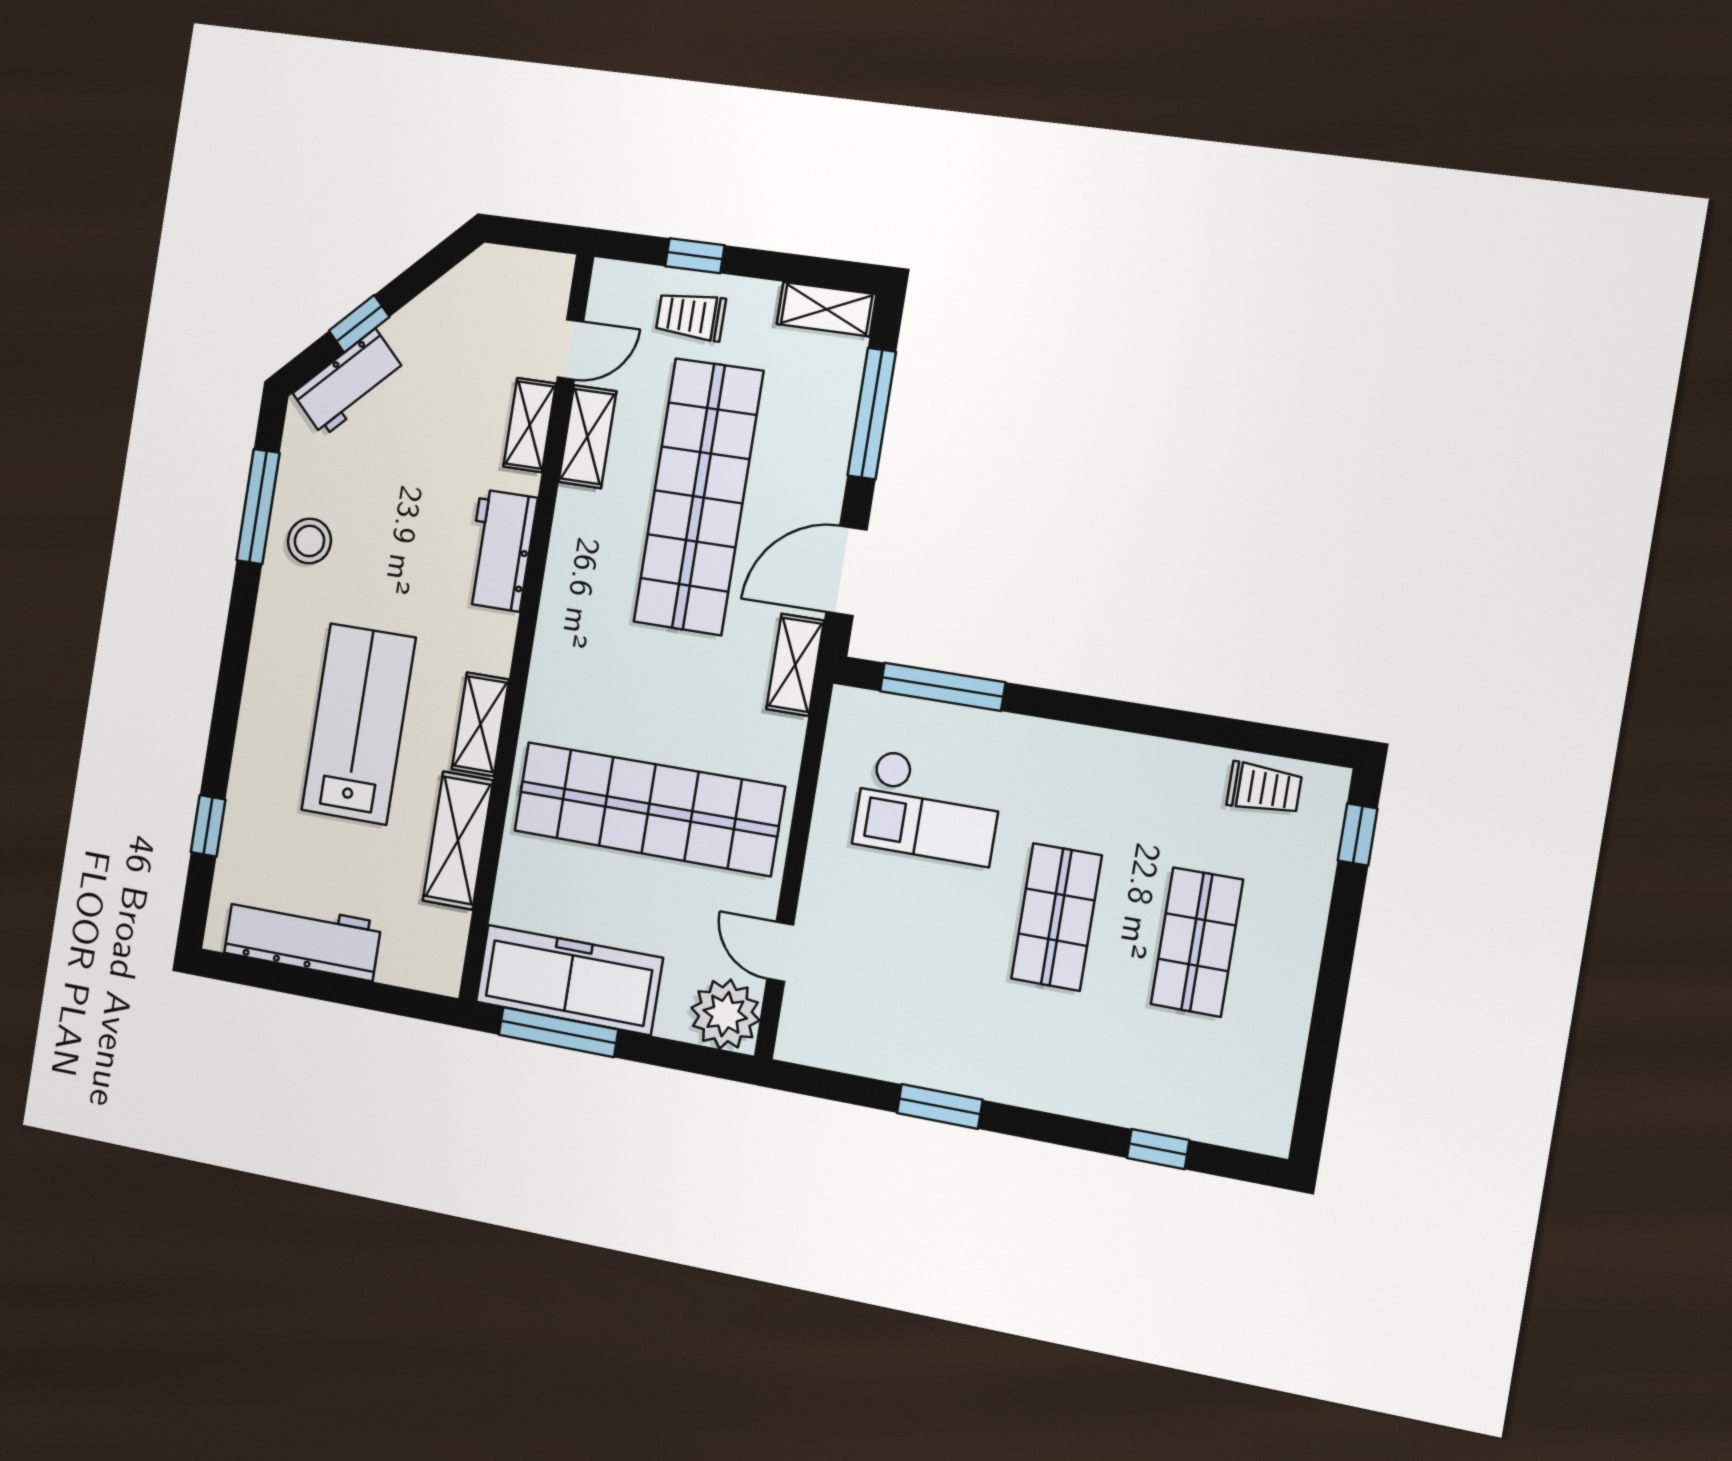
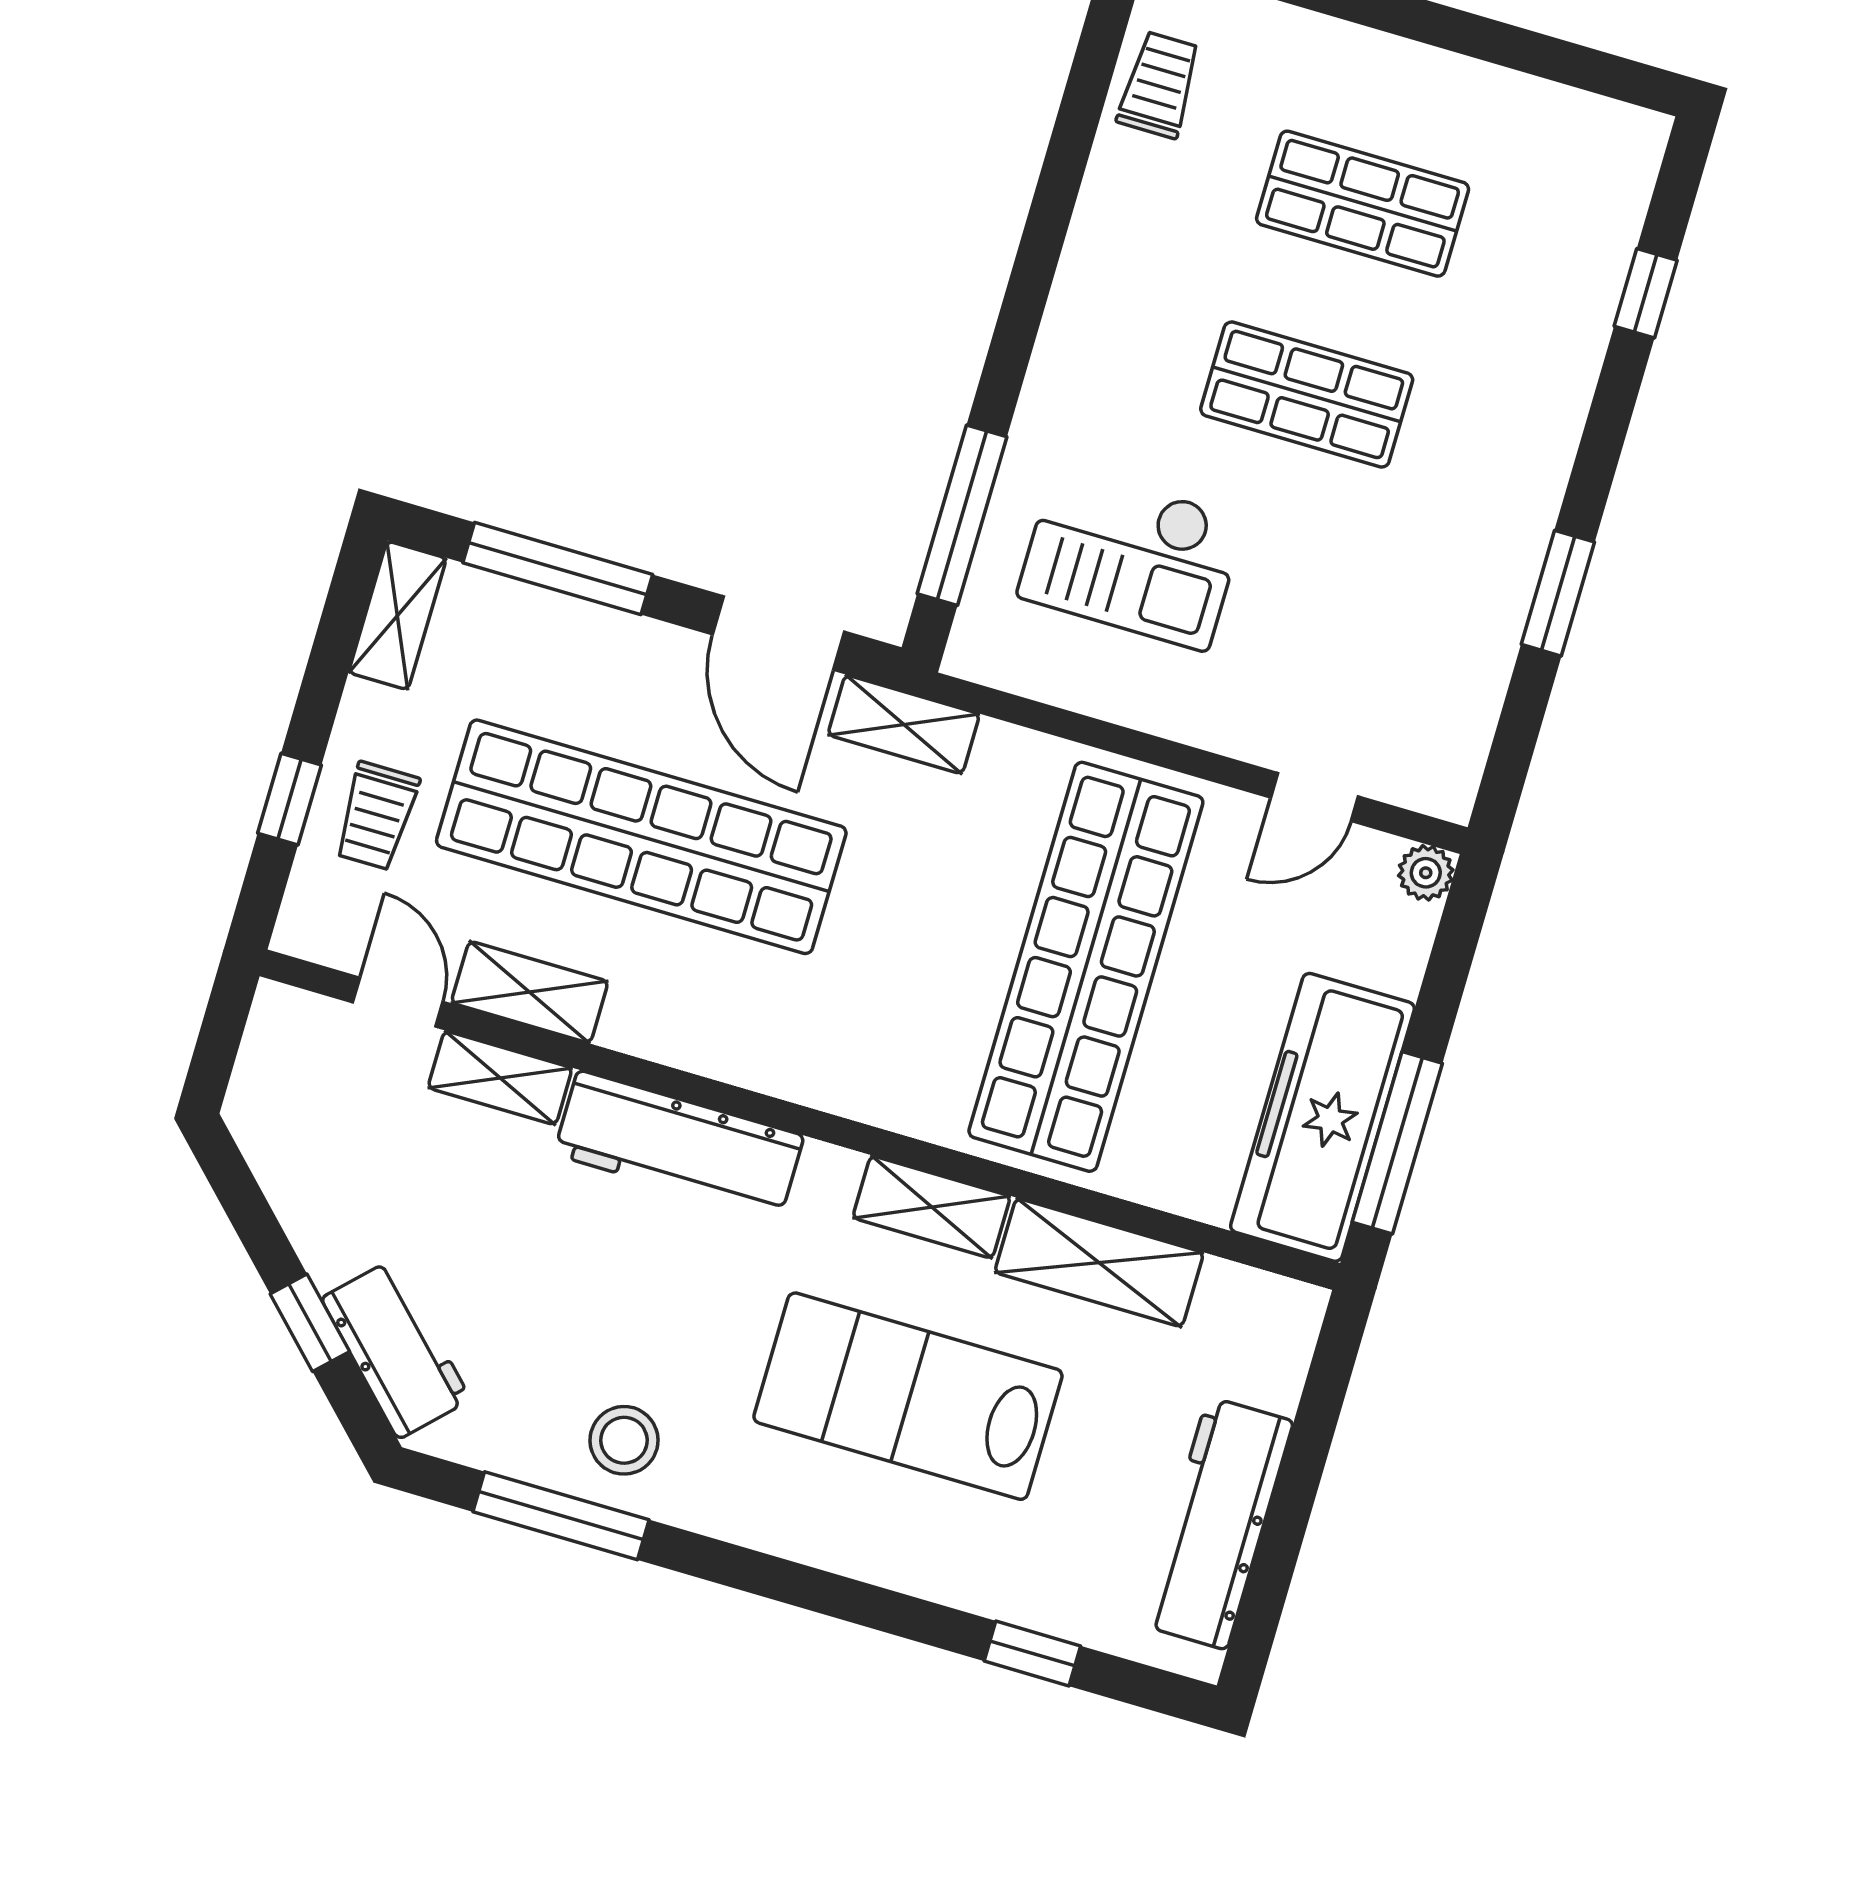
workbench: (500, 550) -> (679, 1145), width x1.38
checkout: (928, 807) -> (1131, 557), turned 90
plant: (725, 1014) -> (1426, 873), width x0.53, depth x0.53

